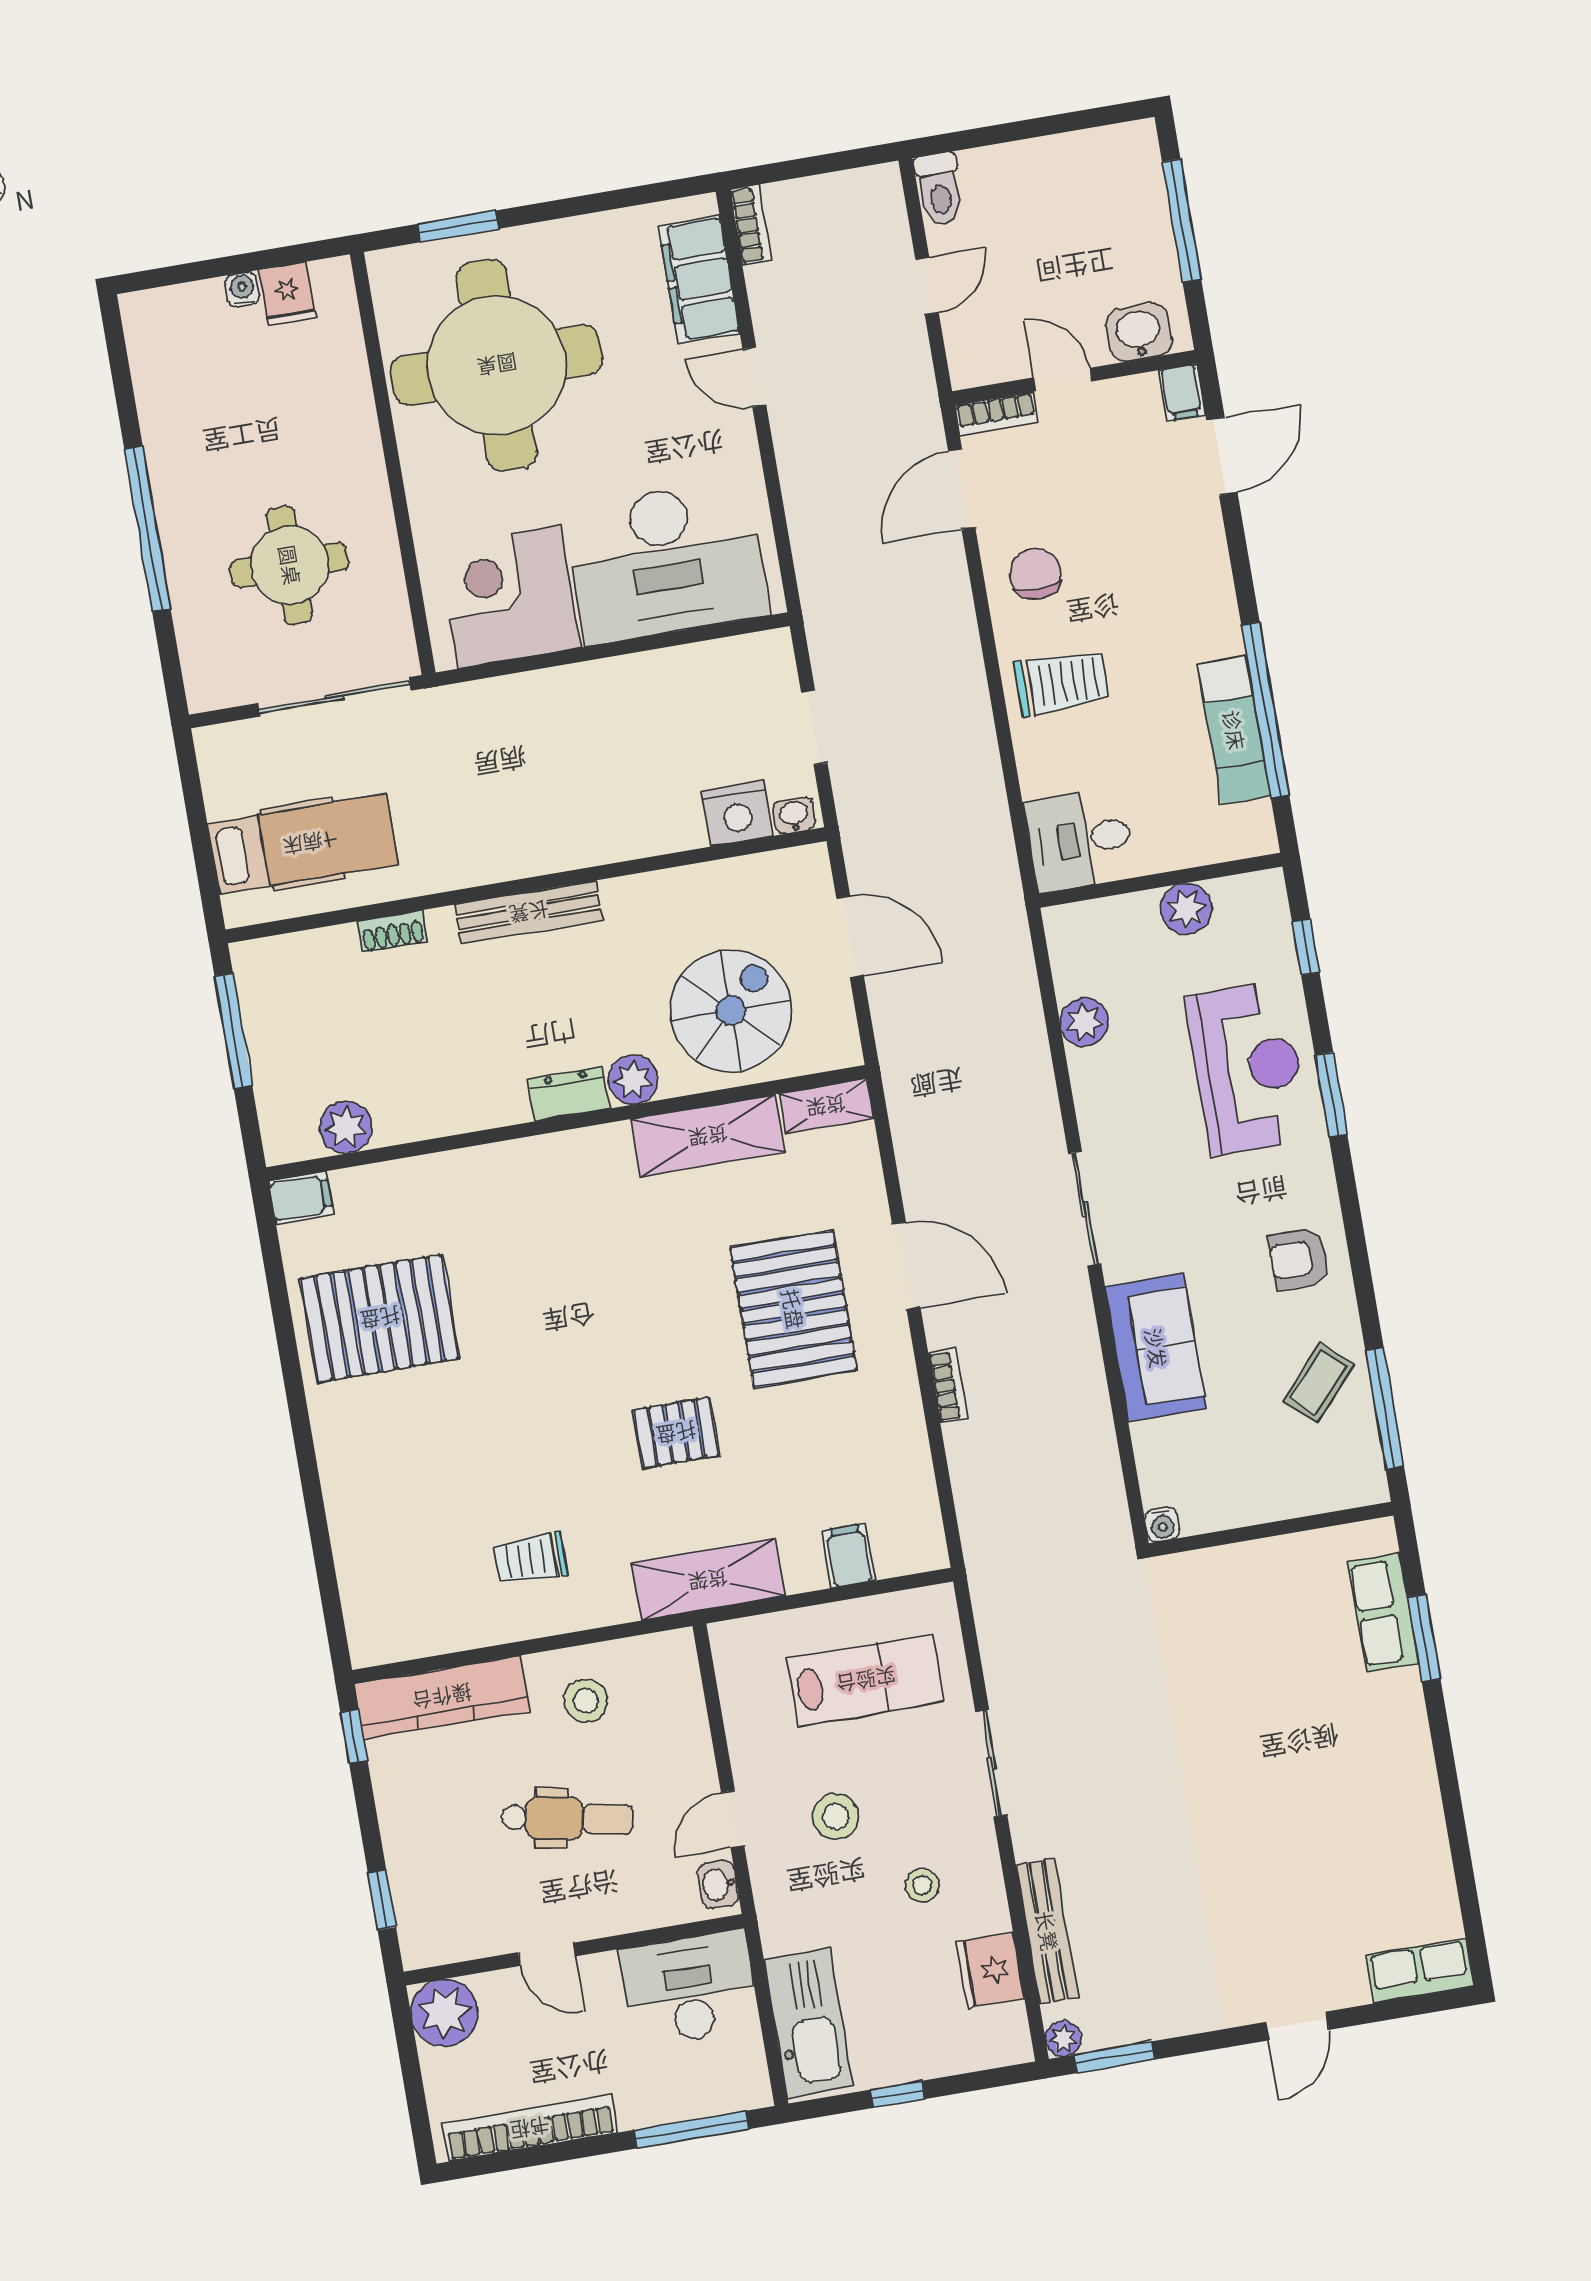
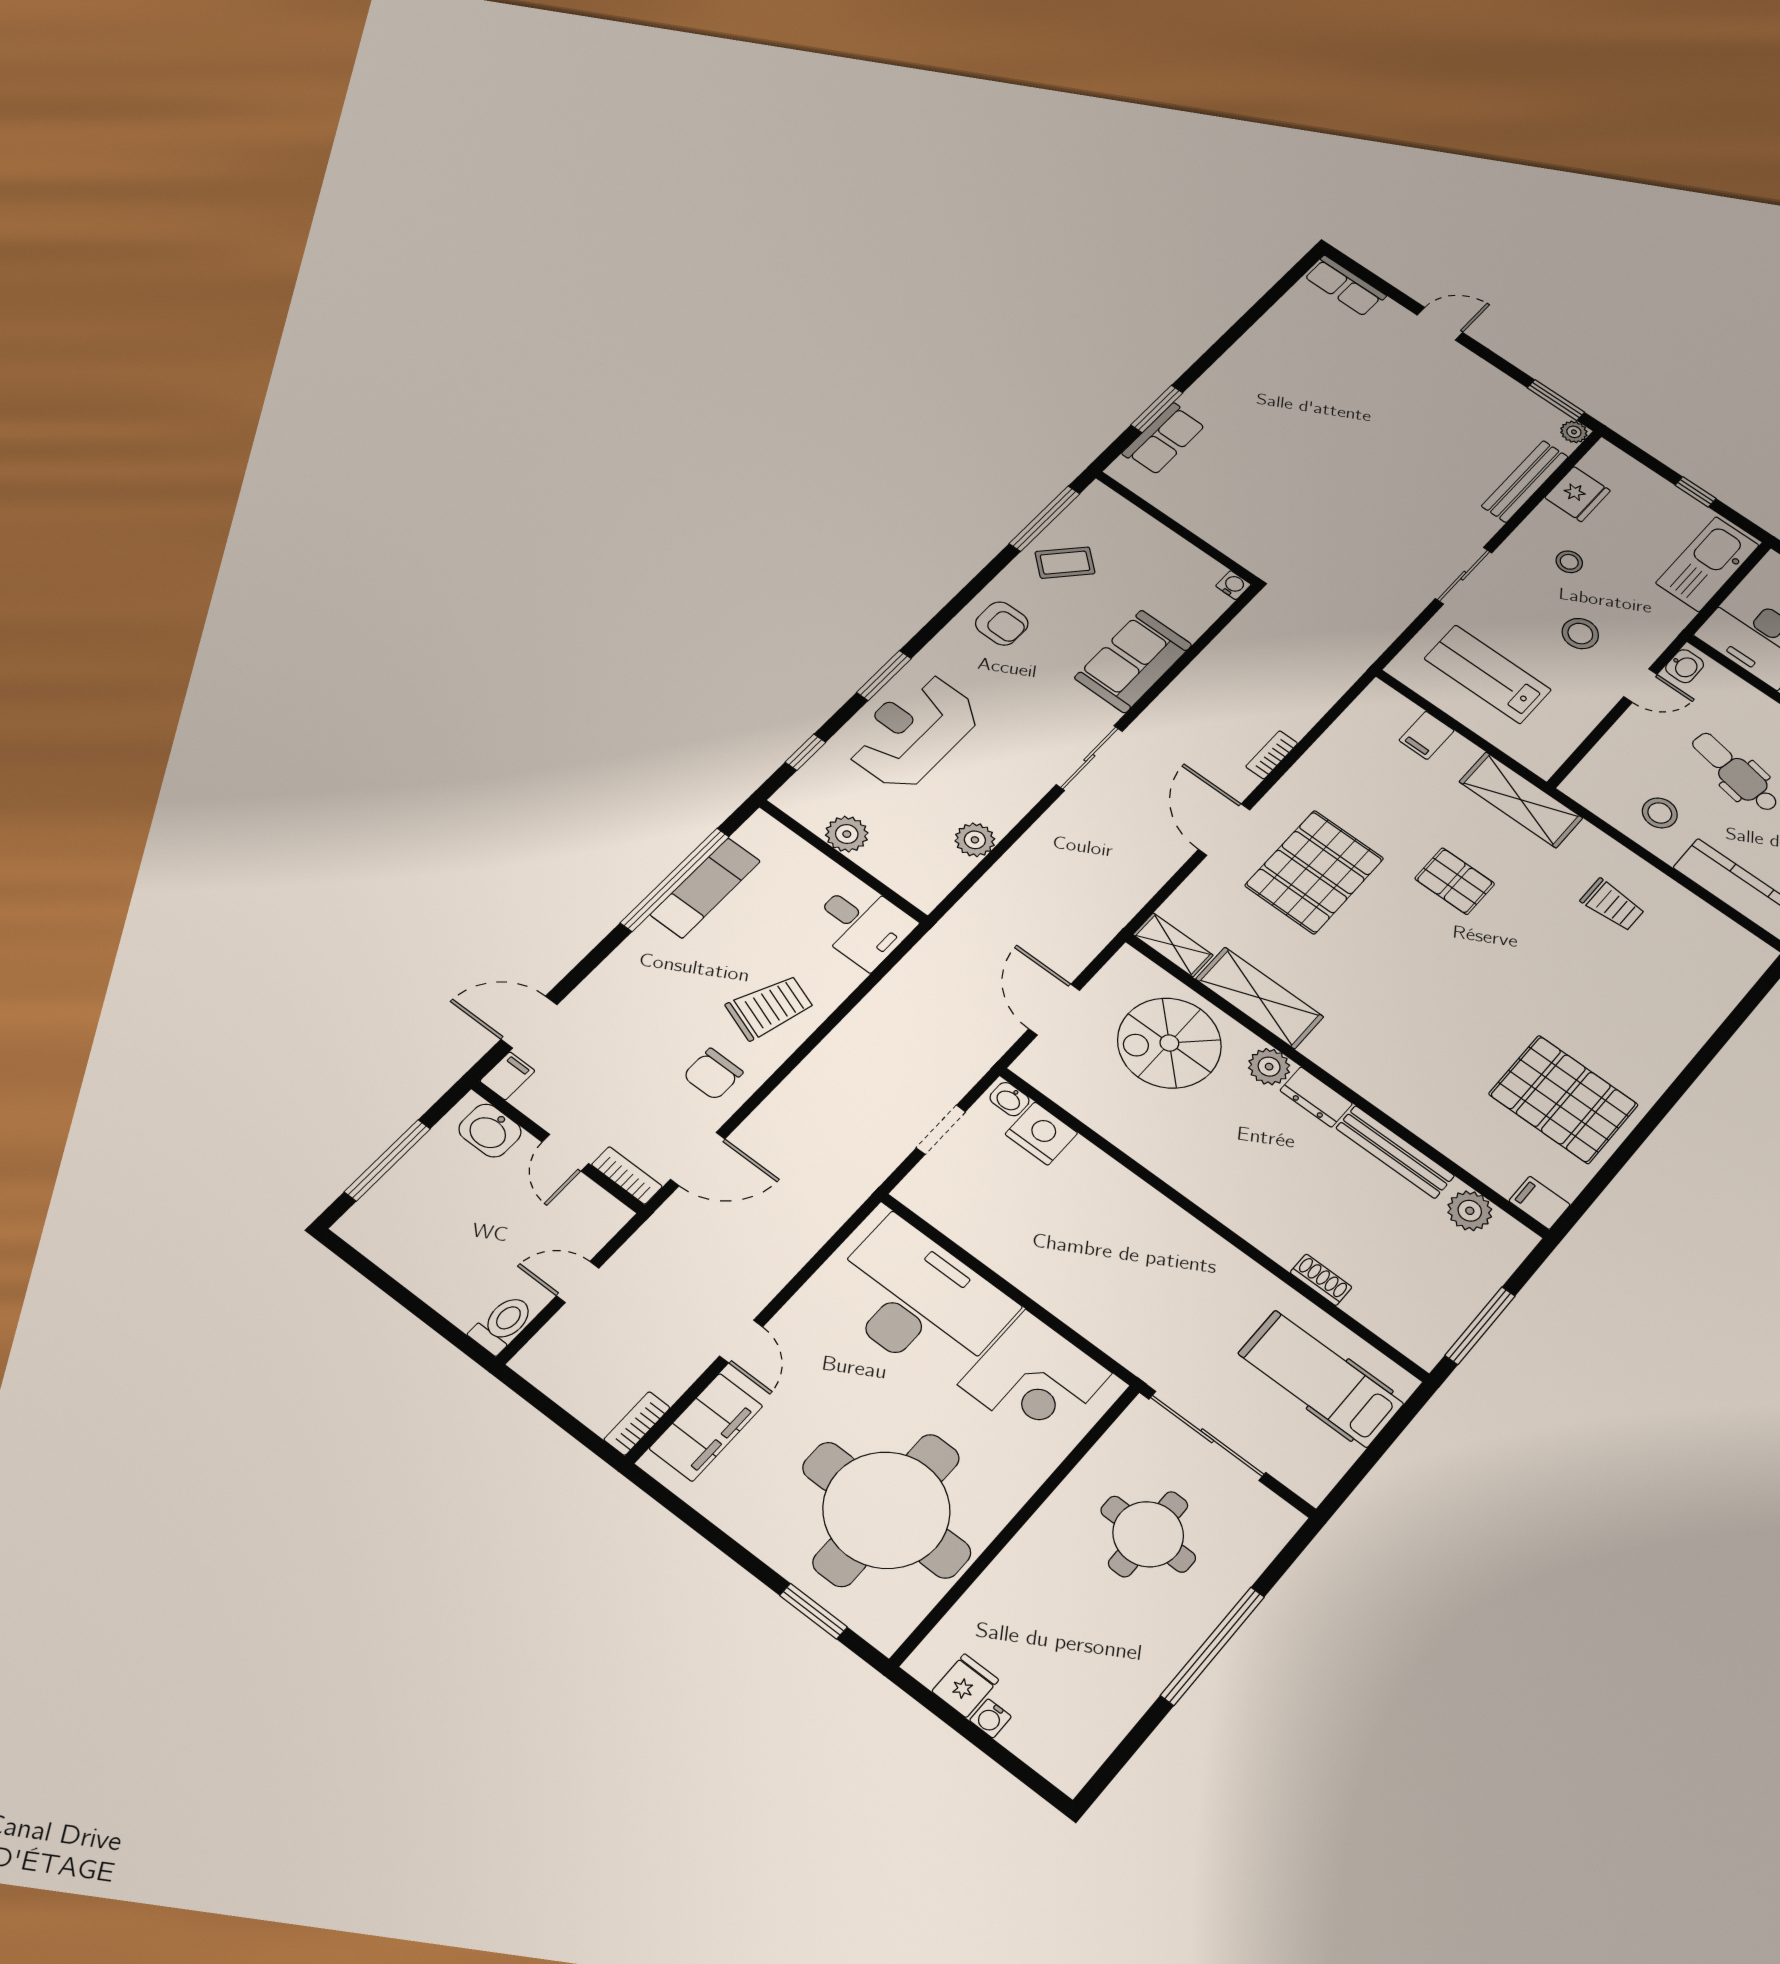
trolley: (1062, 682) -> (770, 1007), turned 110
bench: (529, 912) -> (1395, 1152), moved

